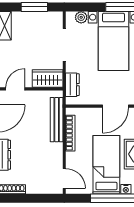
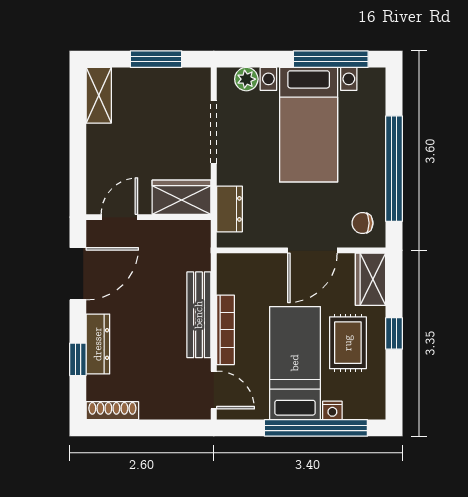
bench: (57, 120) -> (199, 315), moved
bookcase: (70, 133) -> (225, 330), moved

